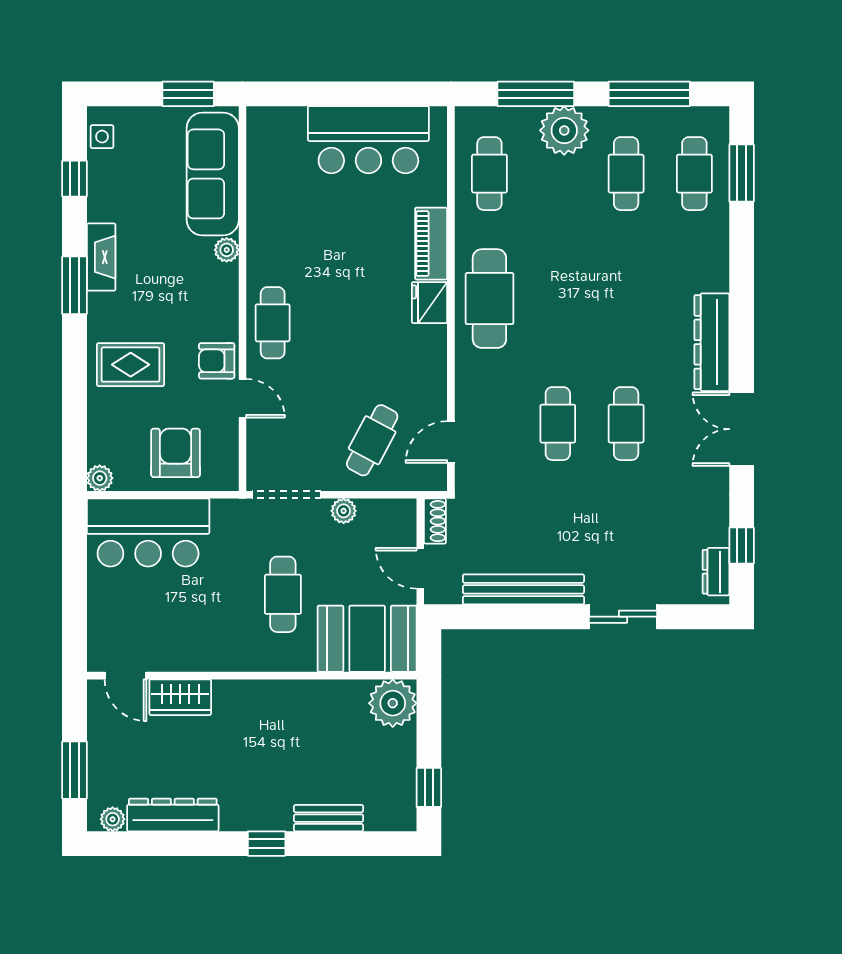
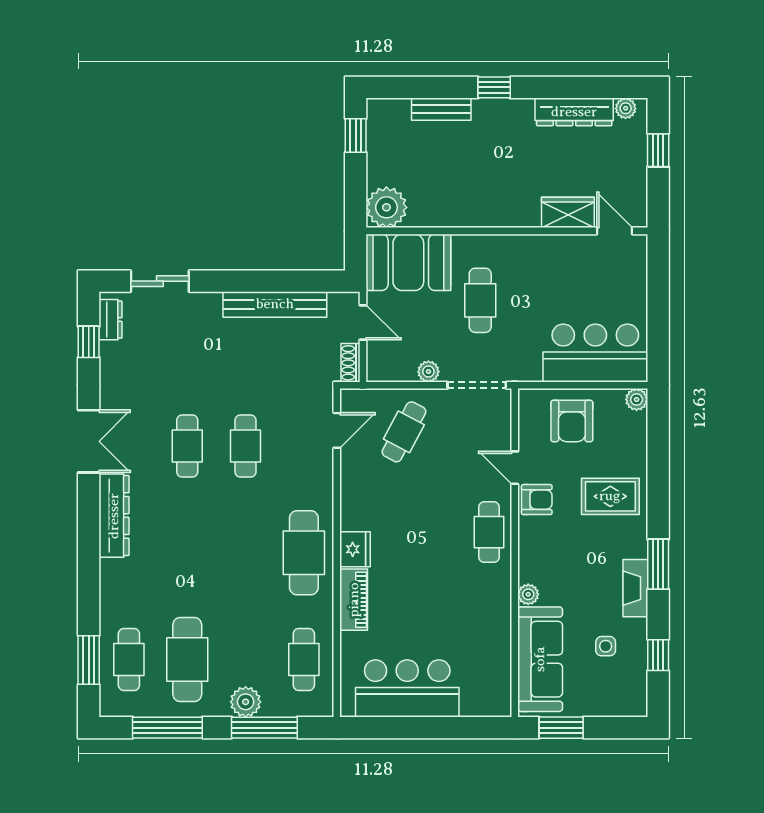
plant: (564, 130) -> (246, 702), width x0.73, depth x0.73
side table: (102, 137) -> (606, 646), moved
cafe table: (626, 174) -> (187, 659), width x1.37, depth x1.35
sliding door: (623, 617) -> (160, 281), moved
window: (74, 770) -> (658, 150), width x0.67

